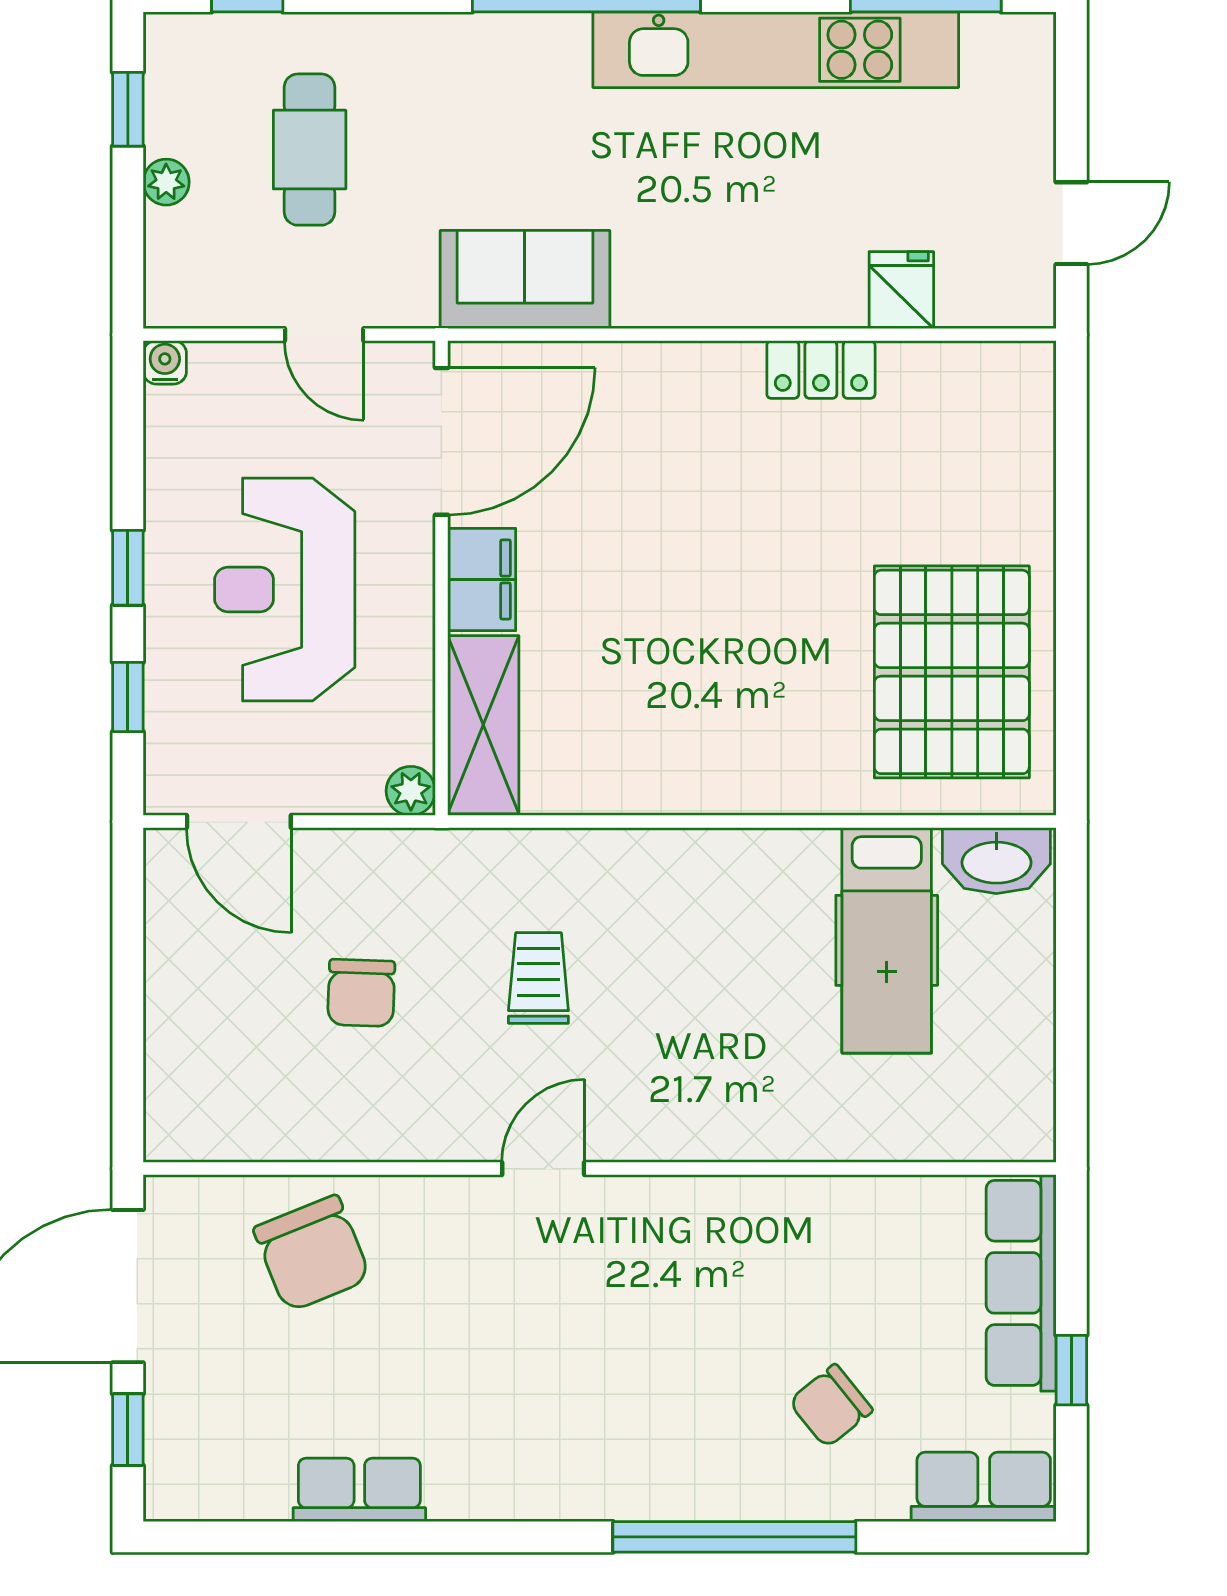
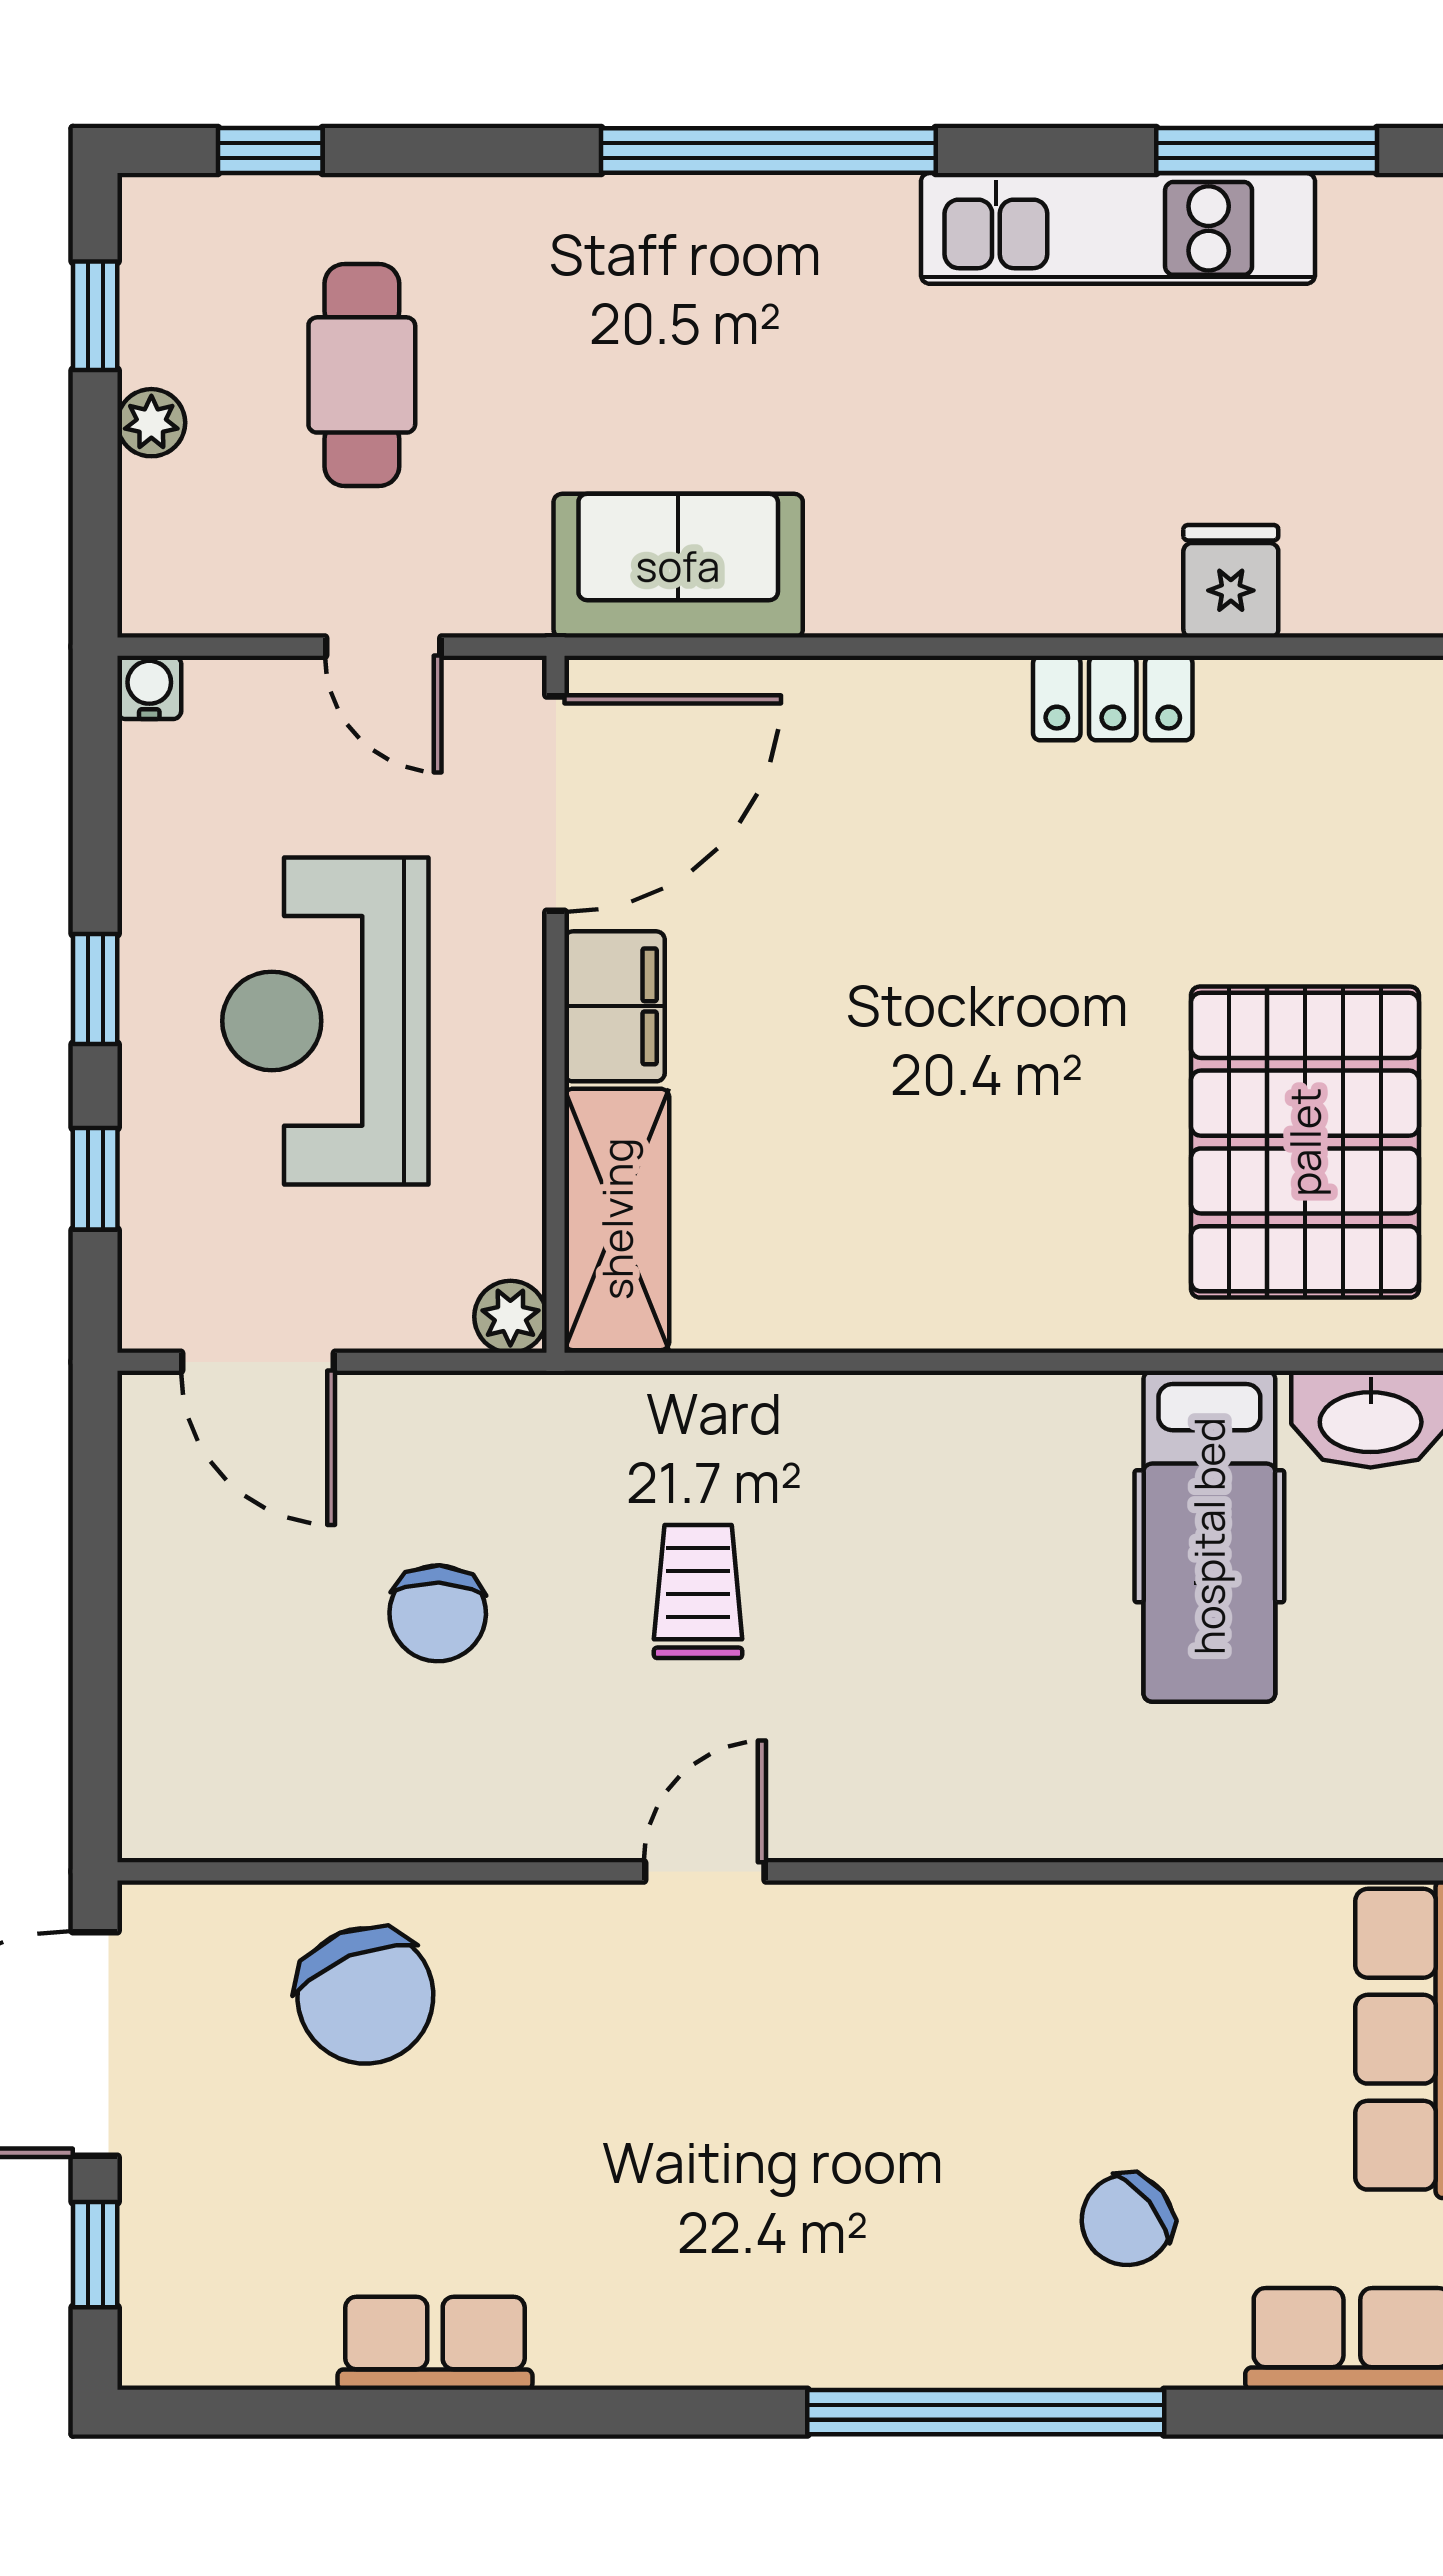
kitchen unit: (776, 50) -> (1118, 228), width x0.73

